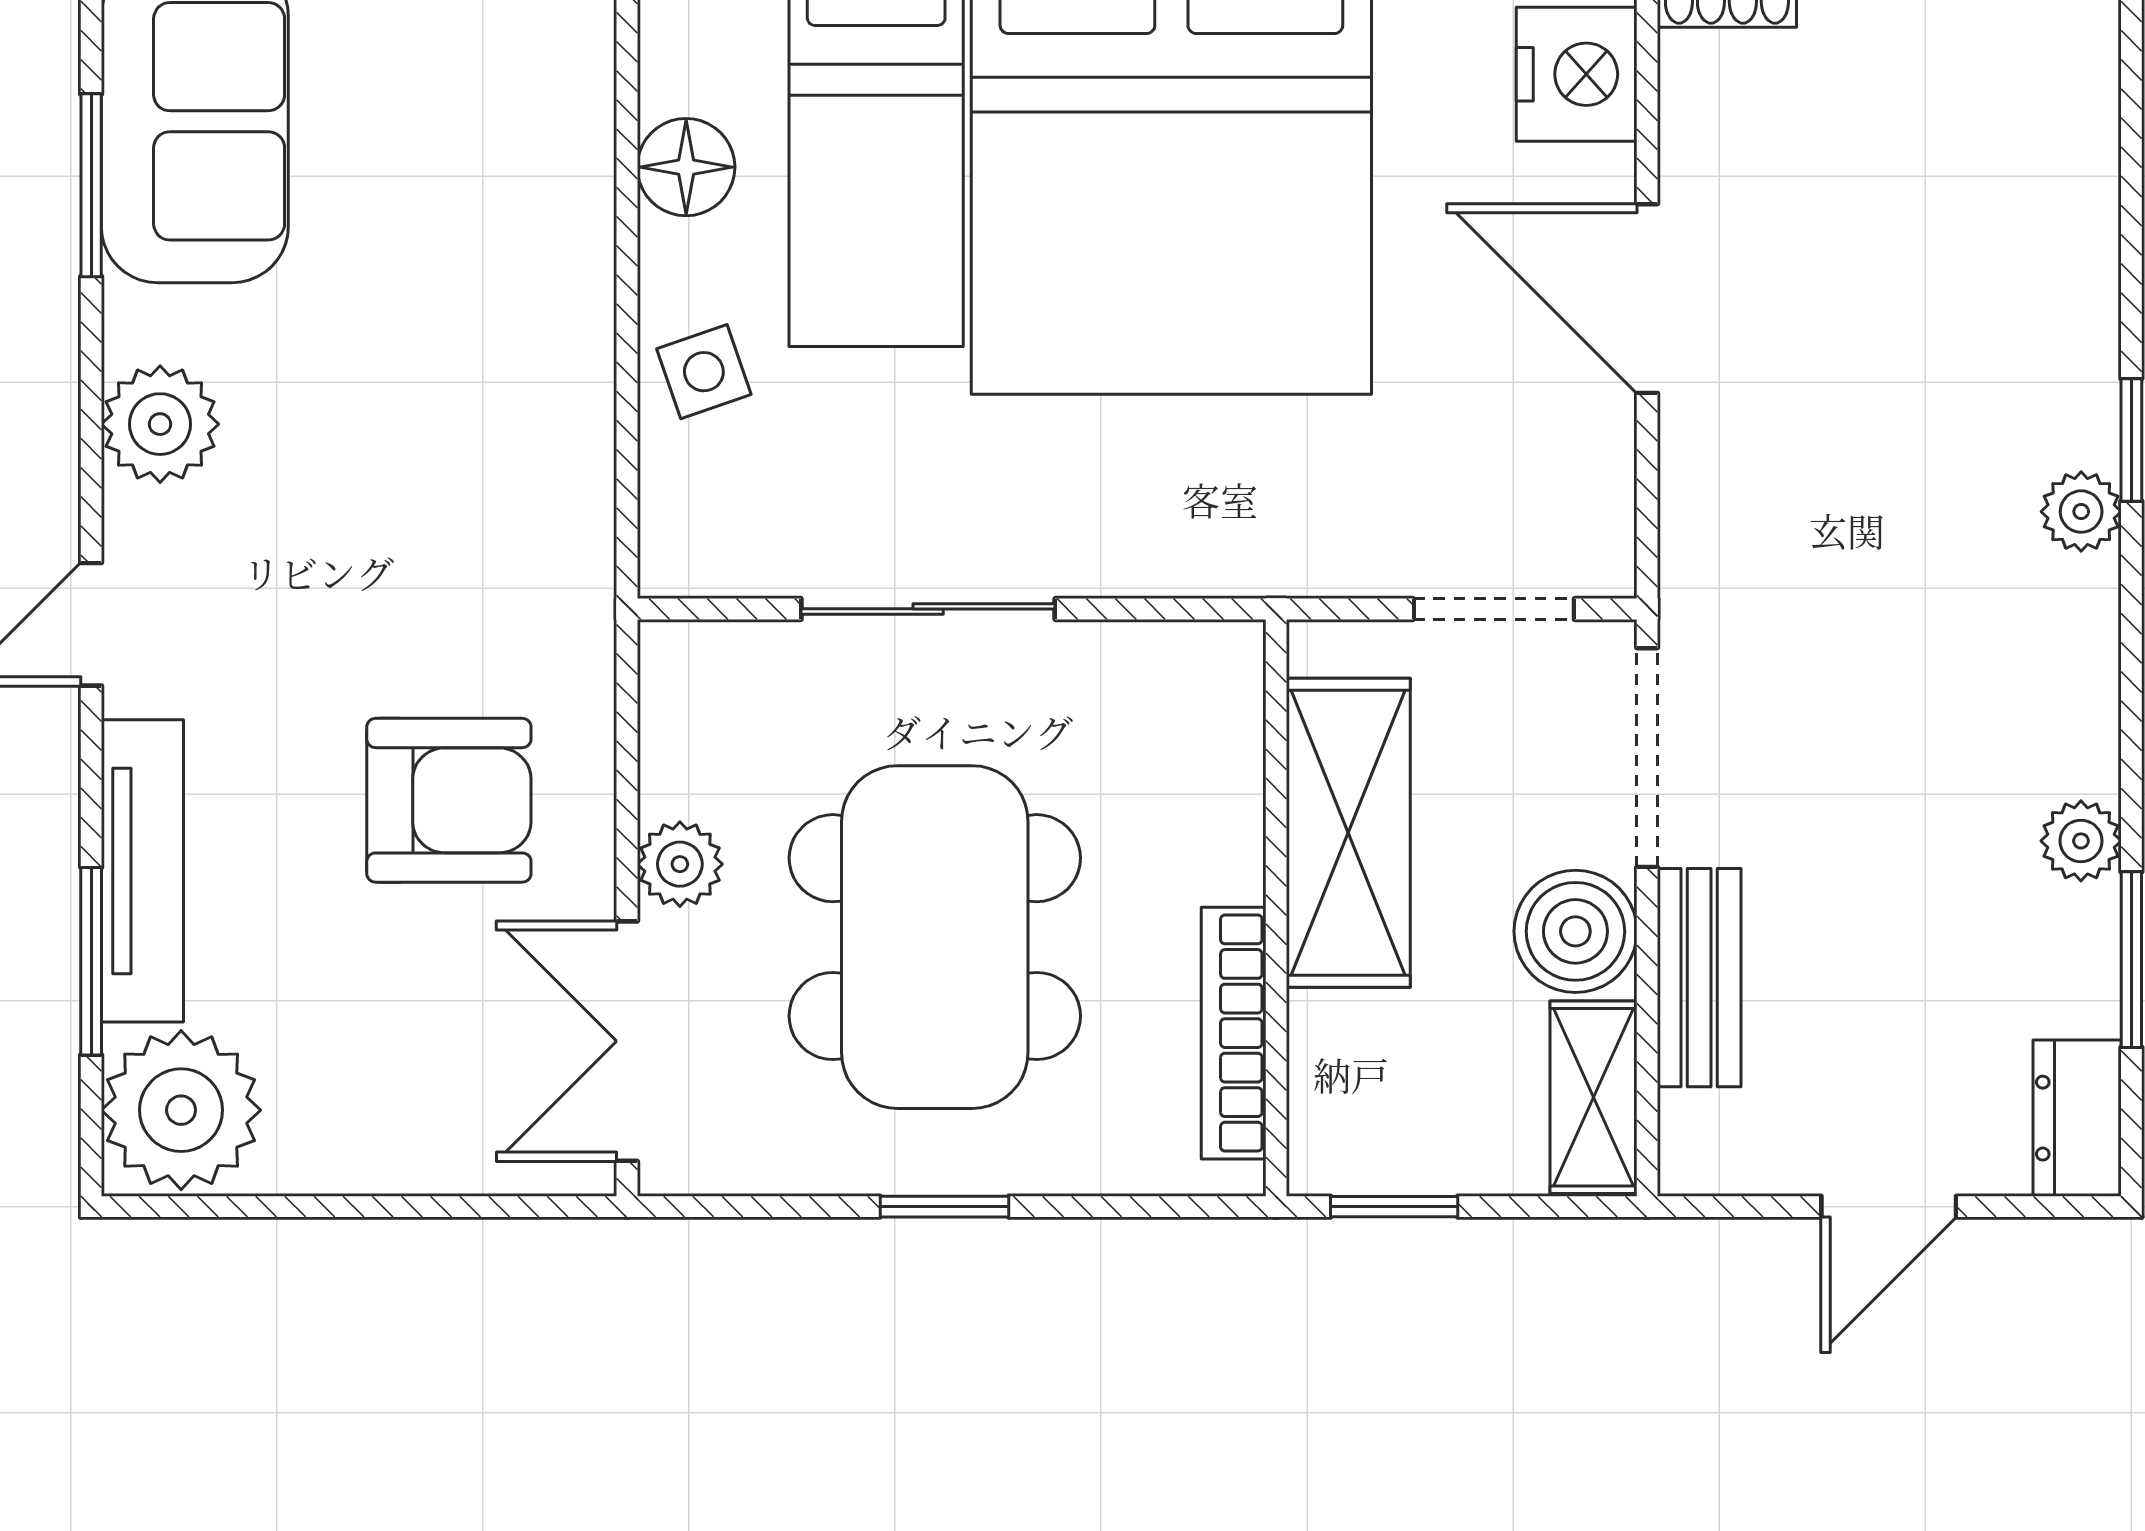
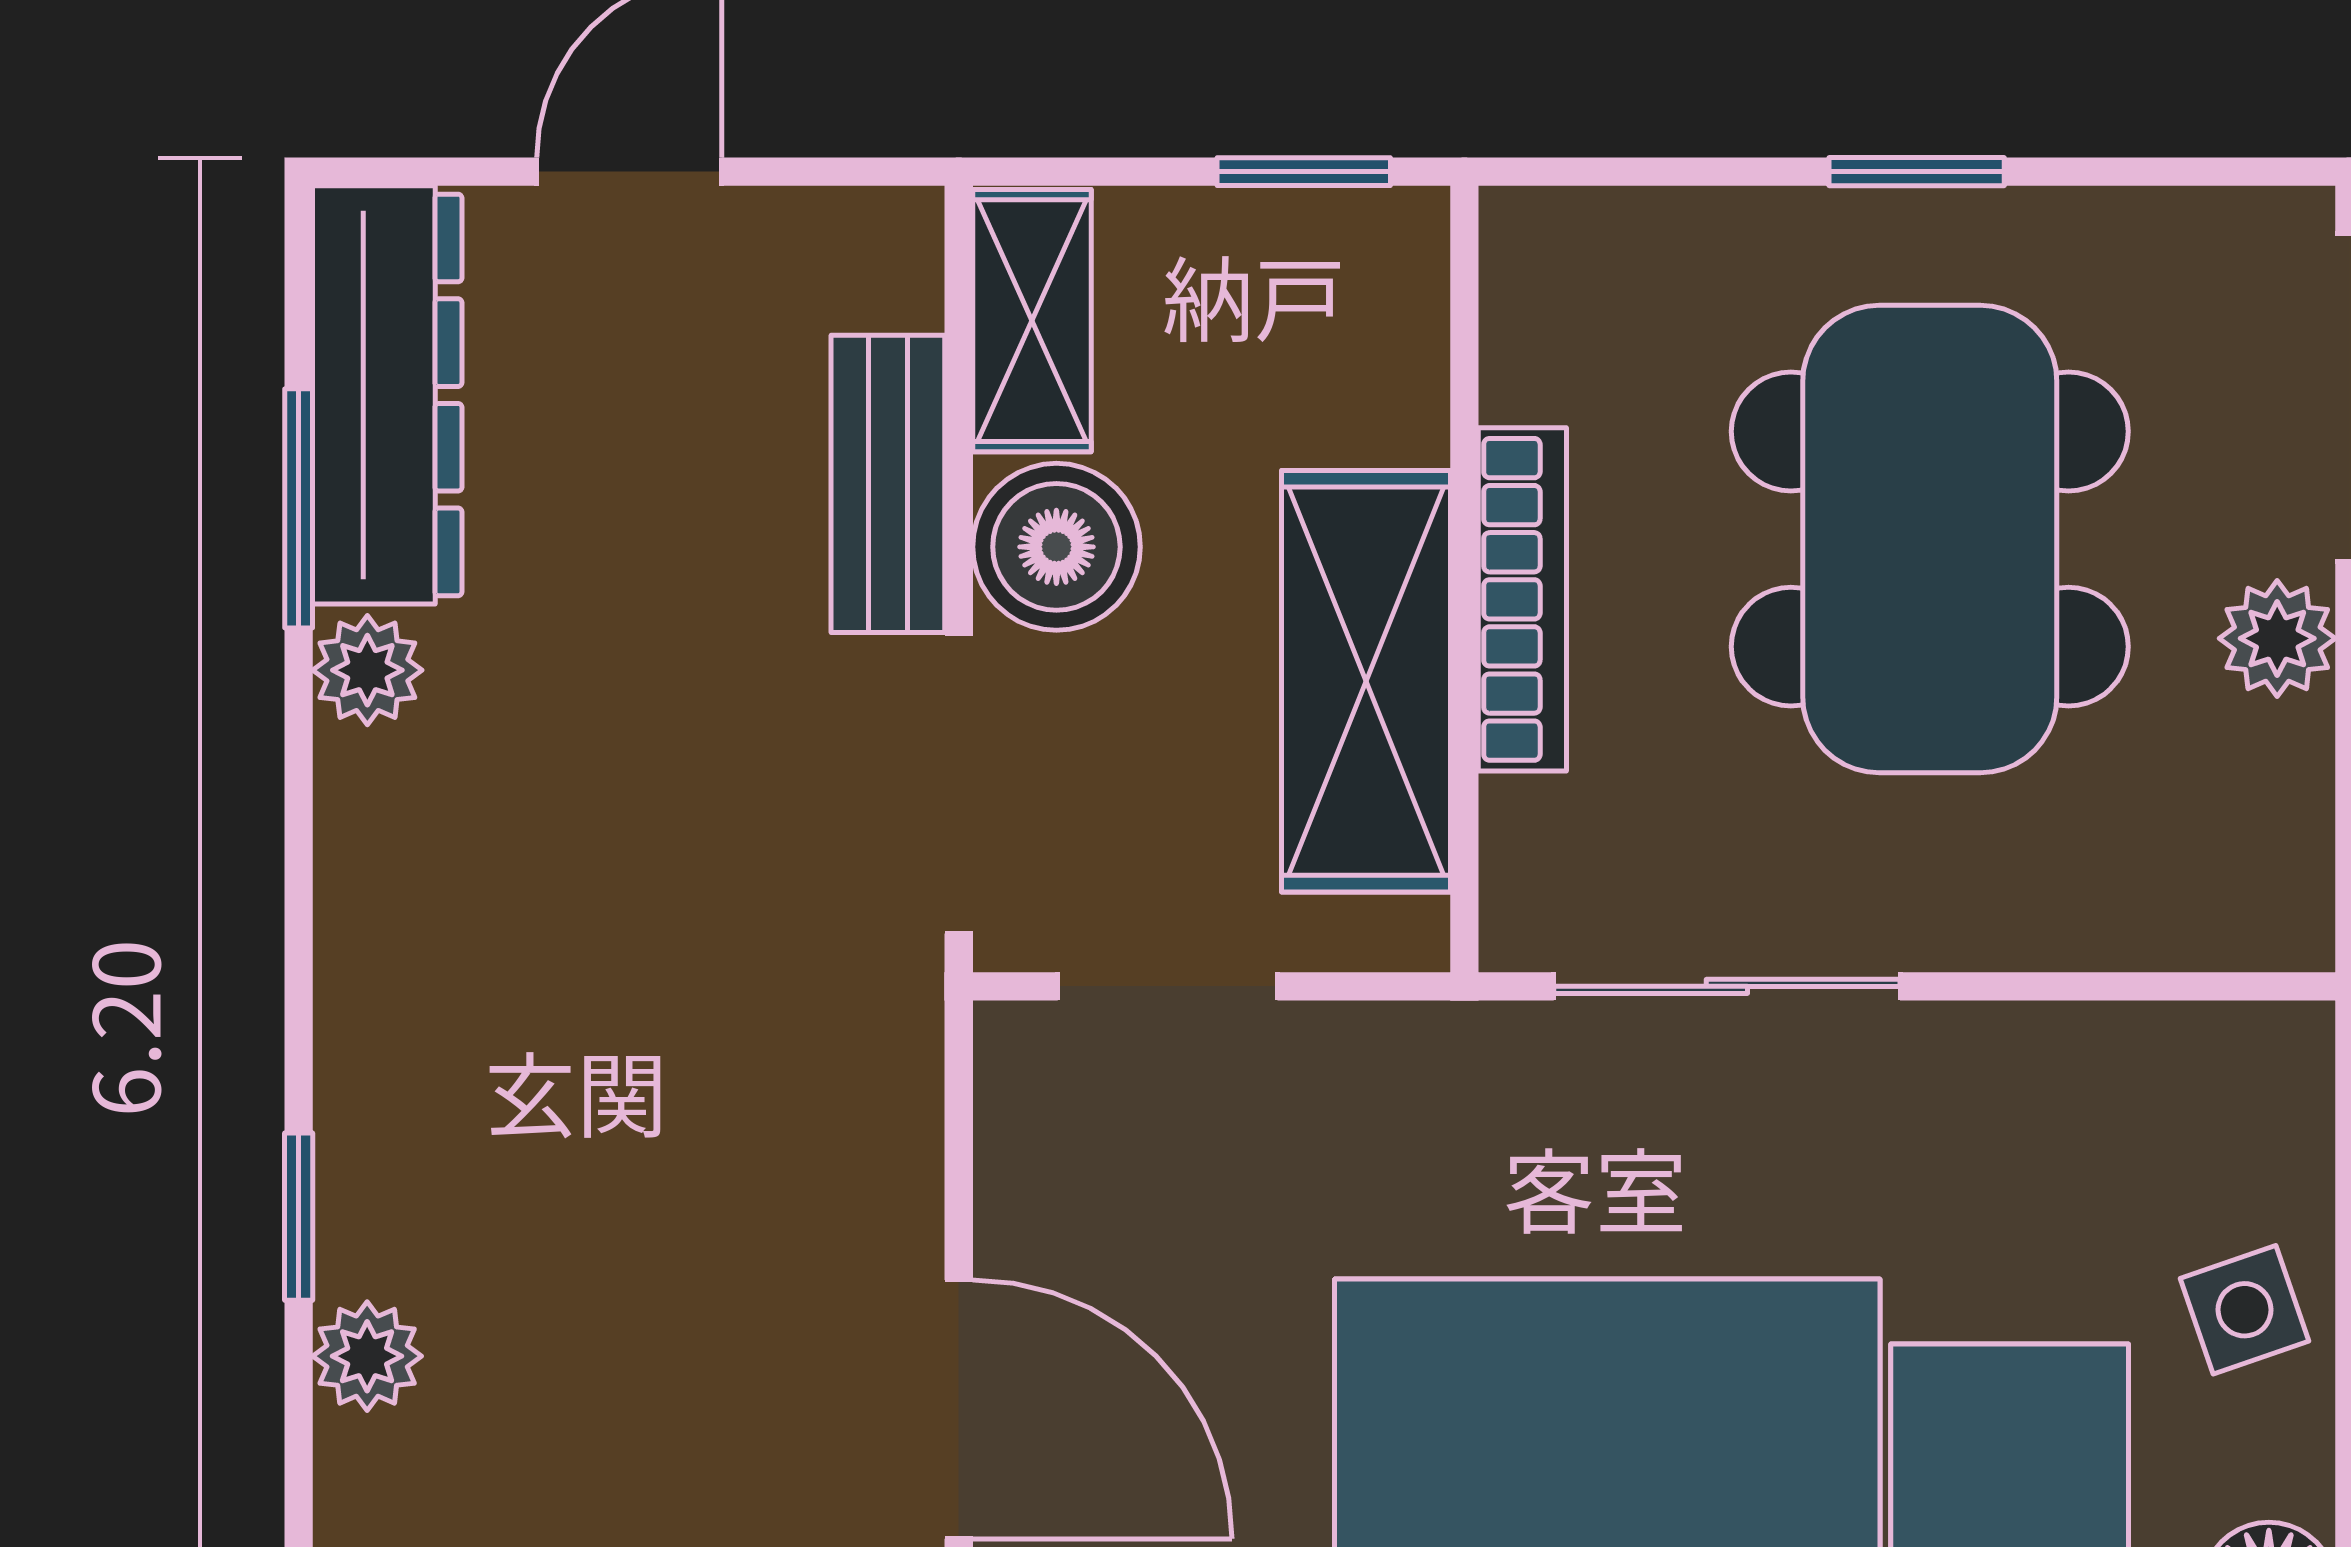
plant: (2081, 512) -> (367, 1356), moved
sliding door: (928, 609) -> (1727, 986), moved
bookcase: (1234, 1033) -> (1522, 599), moved
dresser: (2077, 1118) -> (387, 395), width x1.96, depth x1.24

